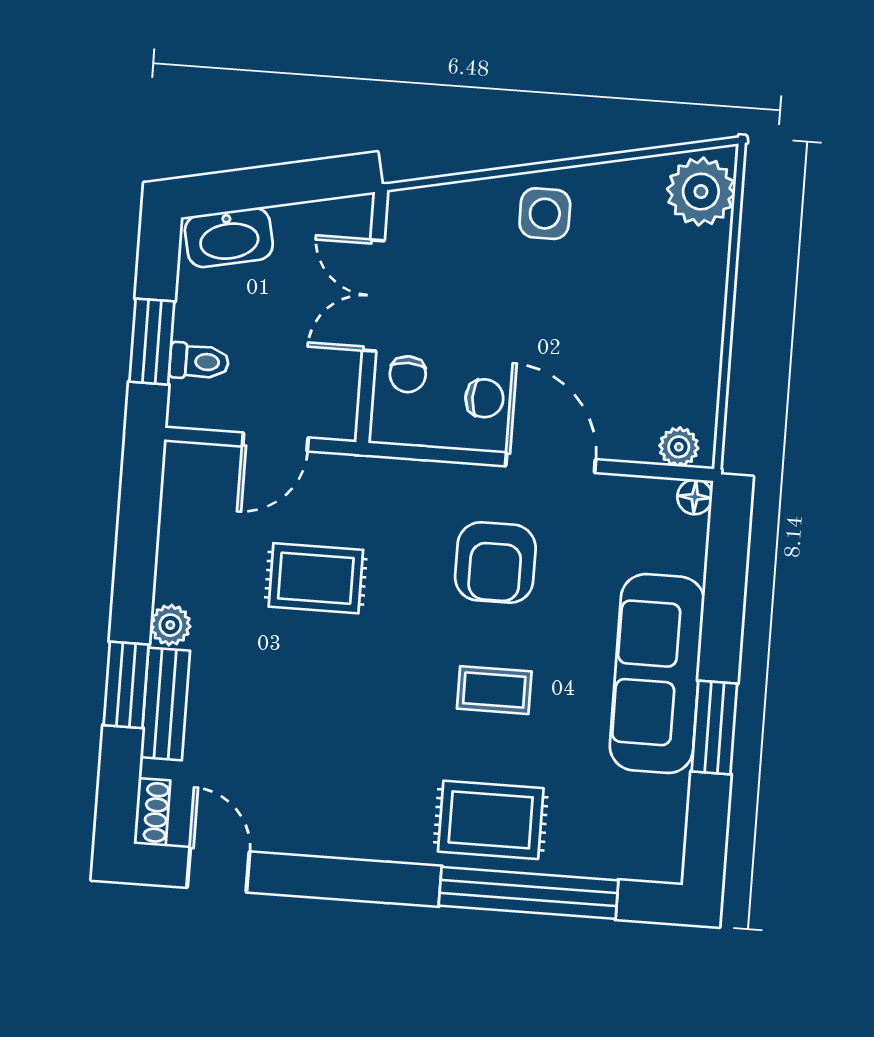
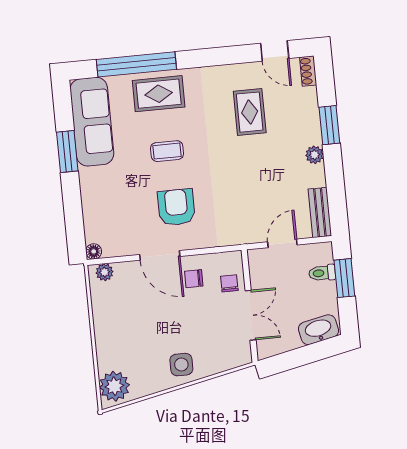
rug: (316, 578) -> (250, 112), moved, turned 90
sofa: (657, 674) -> (92, 122), moved
bench: (165, 704) -> (320, 212), moved

